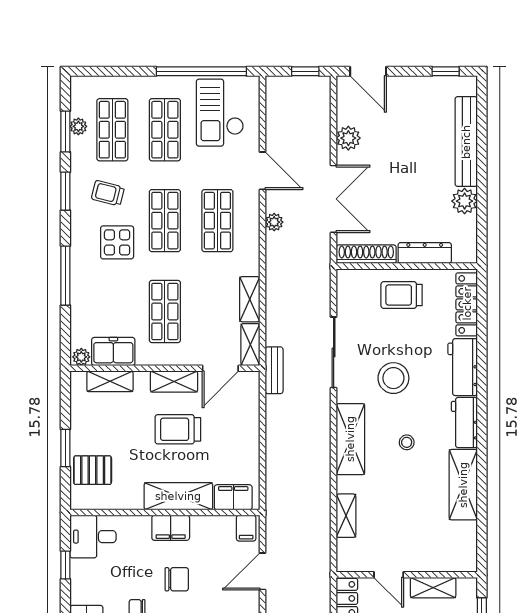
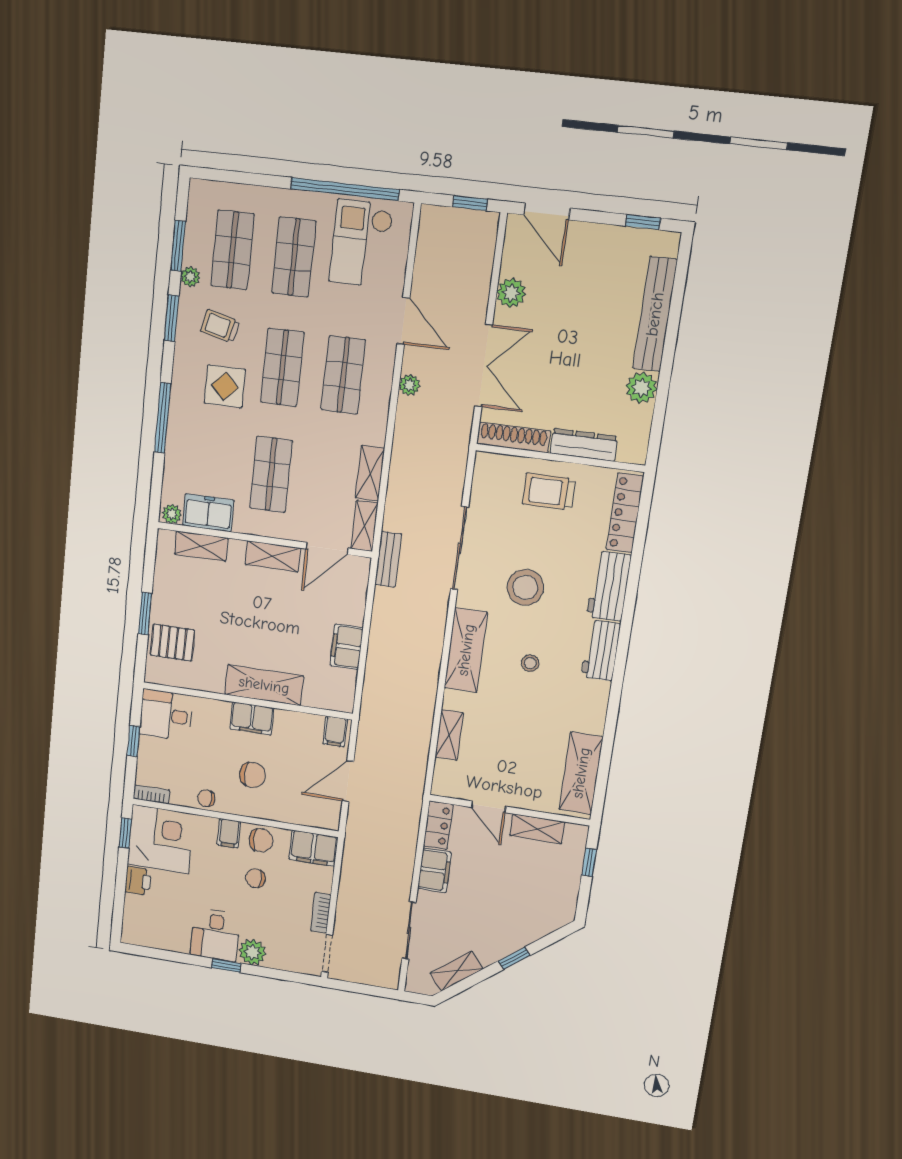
plant: (78, 126) -> (190, 277), moved
trolley: (178, 429) -> (271, 611), removed
shelving: (463, 485) -> (581, 773), moved
filing cabinet: (233, 497) -> (347, 647), moved, turned -90

